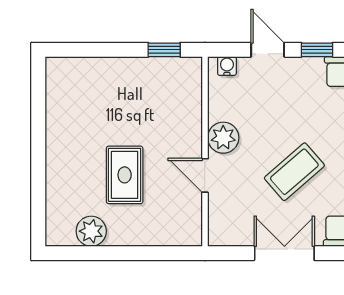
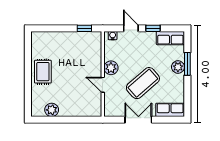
coffee table: (294, 172) -> (143, 83), width x1.36, depth x1.32
rug: (125, 175) -> (43, 72), moved

